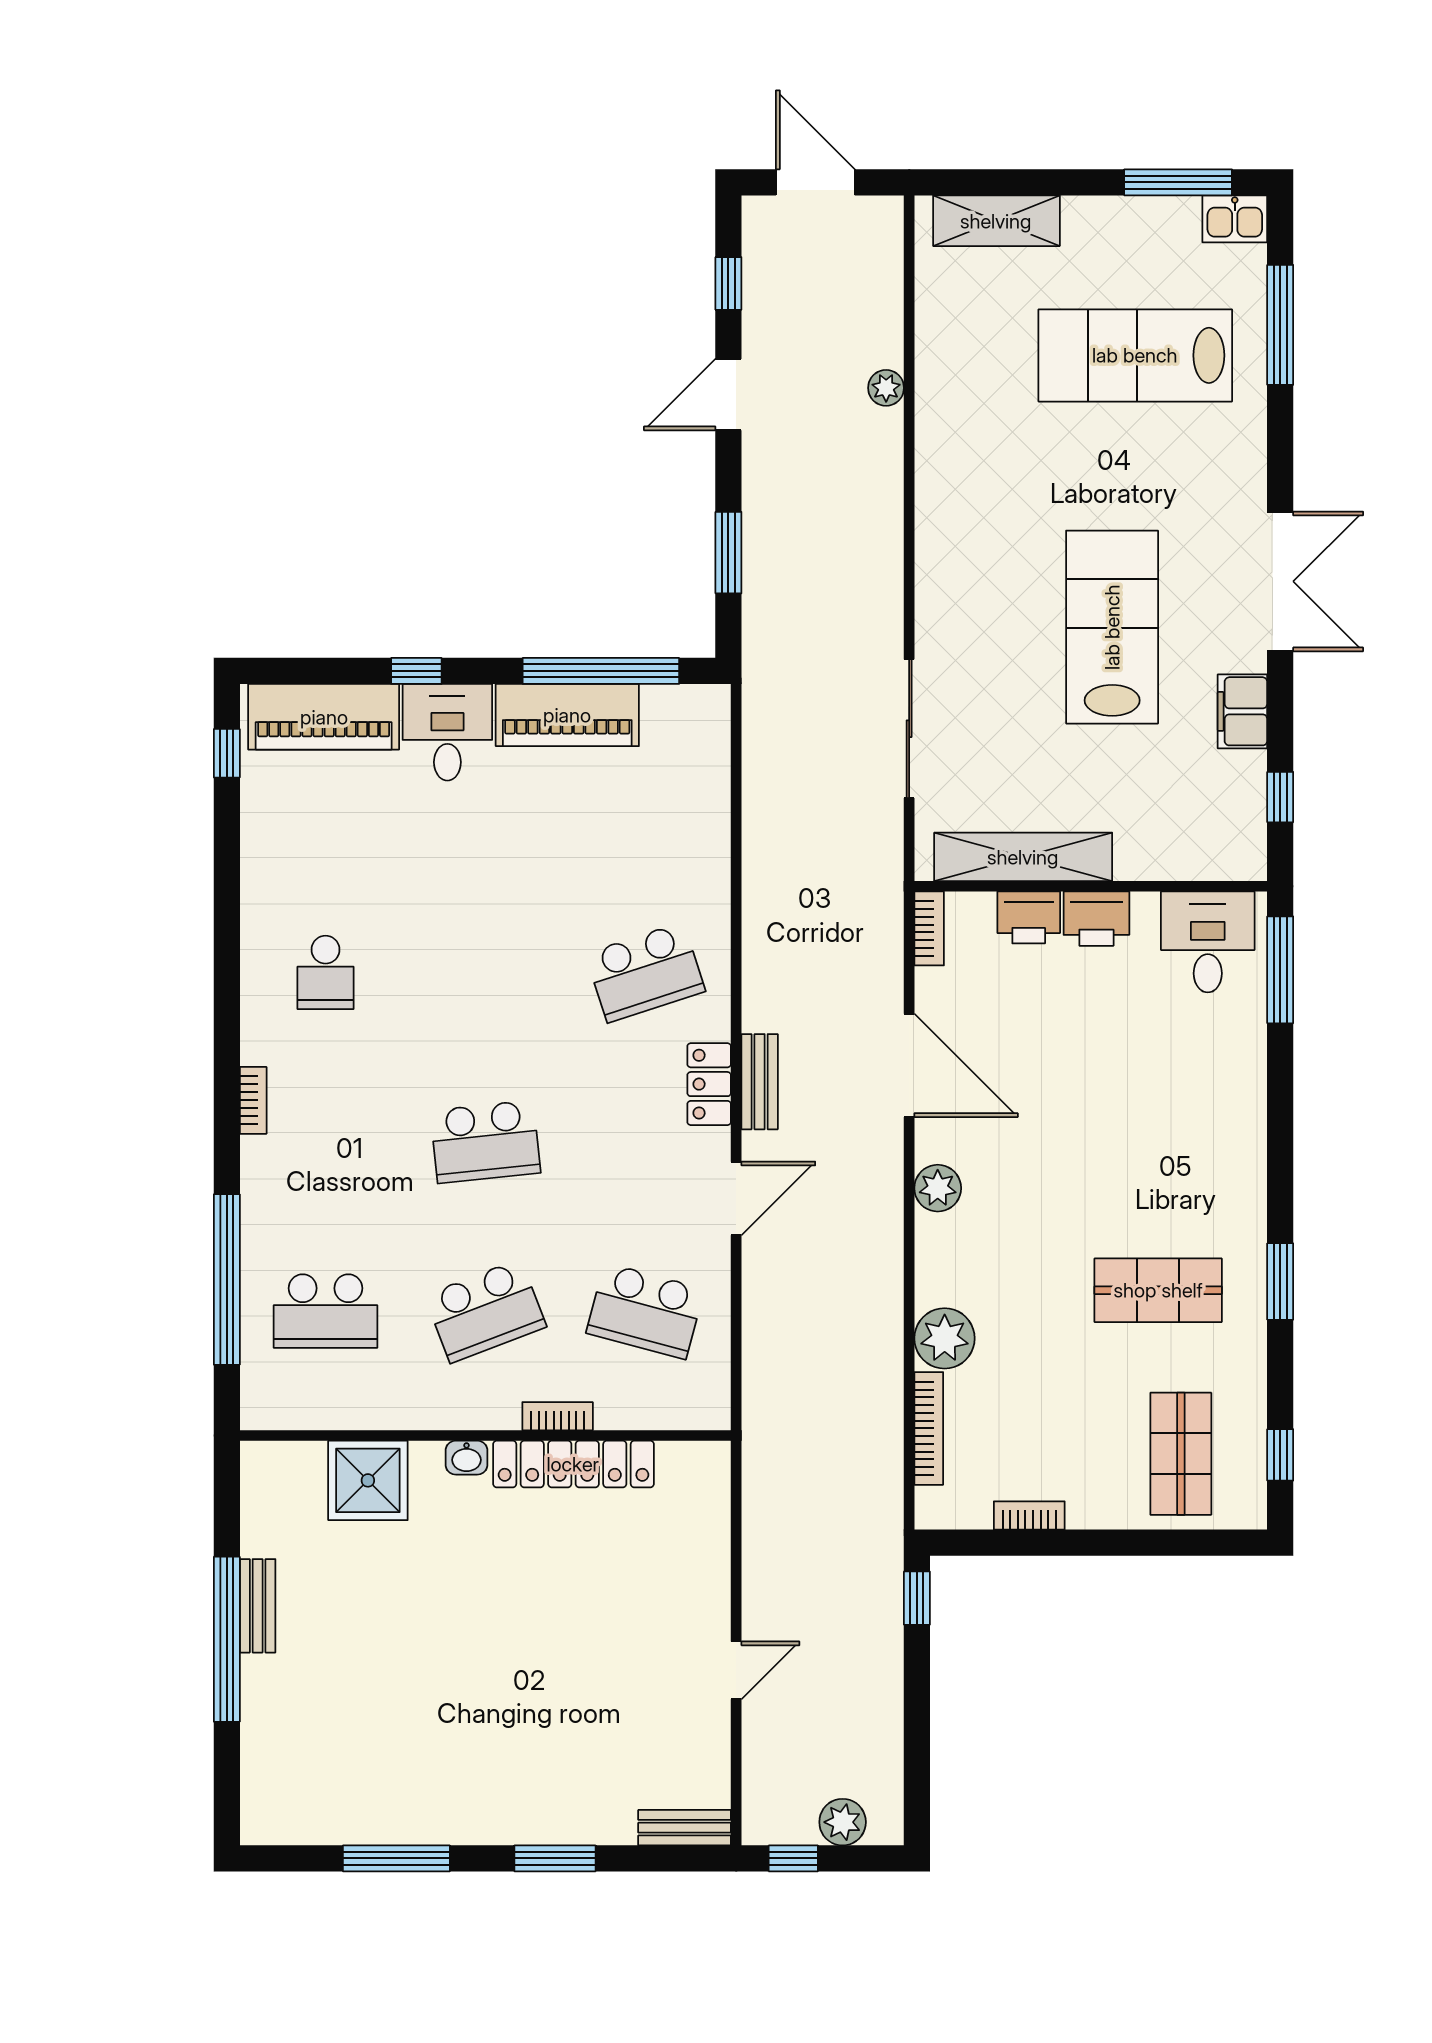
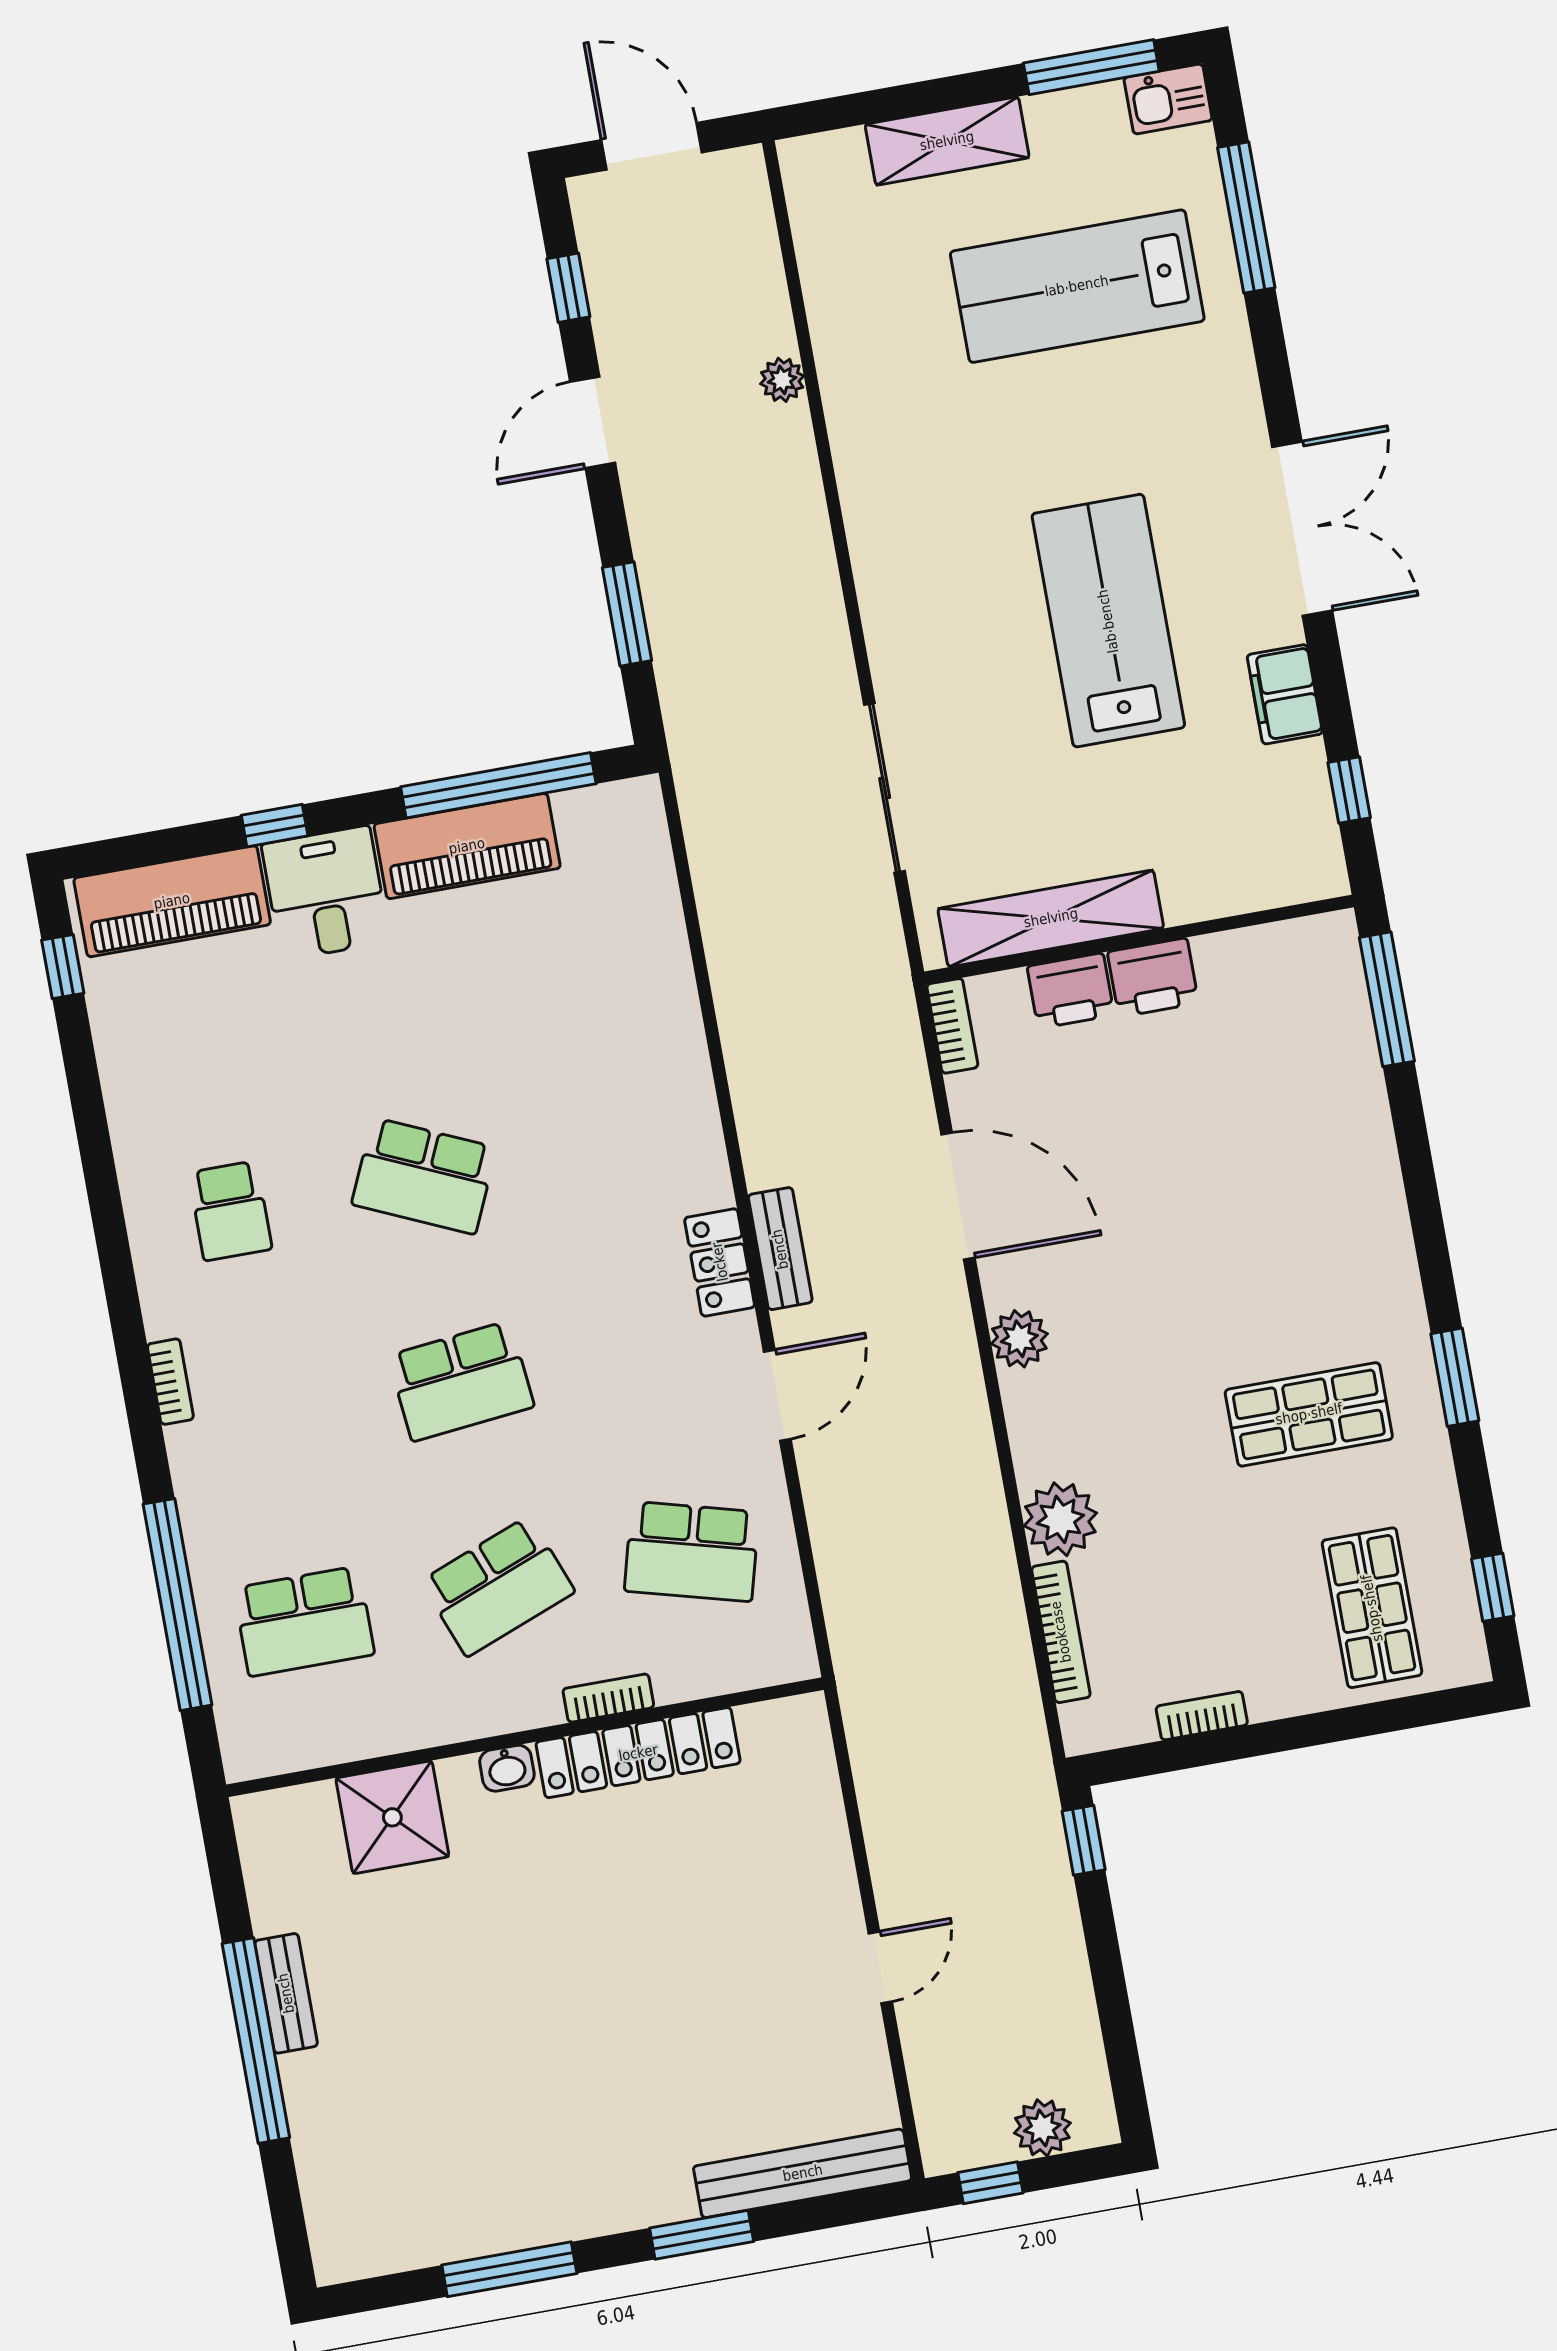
shelving: (996, 221) -> (947, 141), moved
desk: (1208, 942) -> (1293, 981), removed
school desk: (645, 972) -> (424, 1176), moved, turned 42
bench: (685, 1828) -> (803, 2173), width x1.86, depth x1.21

